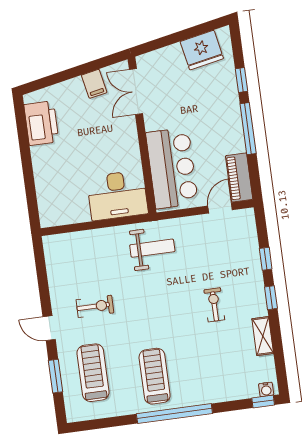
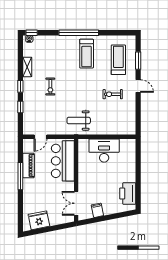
window: (242, 80) -> (20, 202), removed
double door: (136, 92) -> (76, 203), swing flipped
piano: (239, 178) -> (28, 165), moved
desk: (117, 195) -> (104, 151), moved
treadmill: (93, 373) -> (118, 60), turned 180

